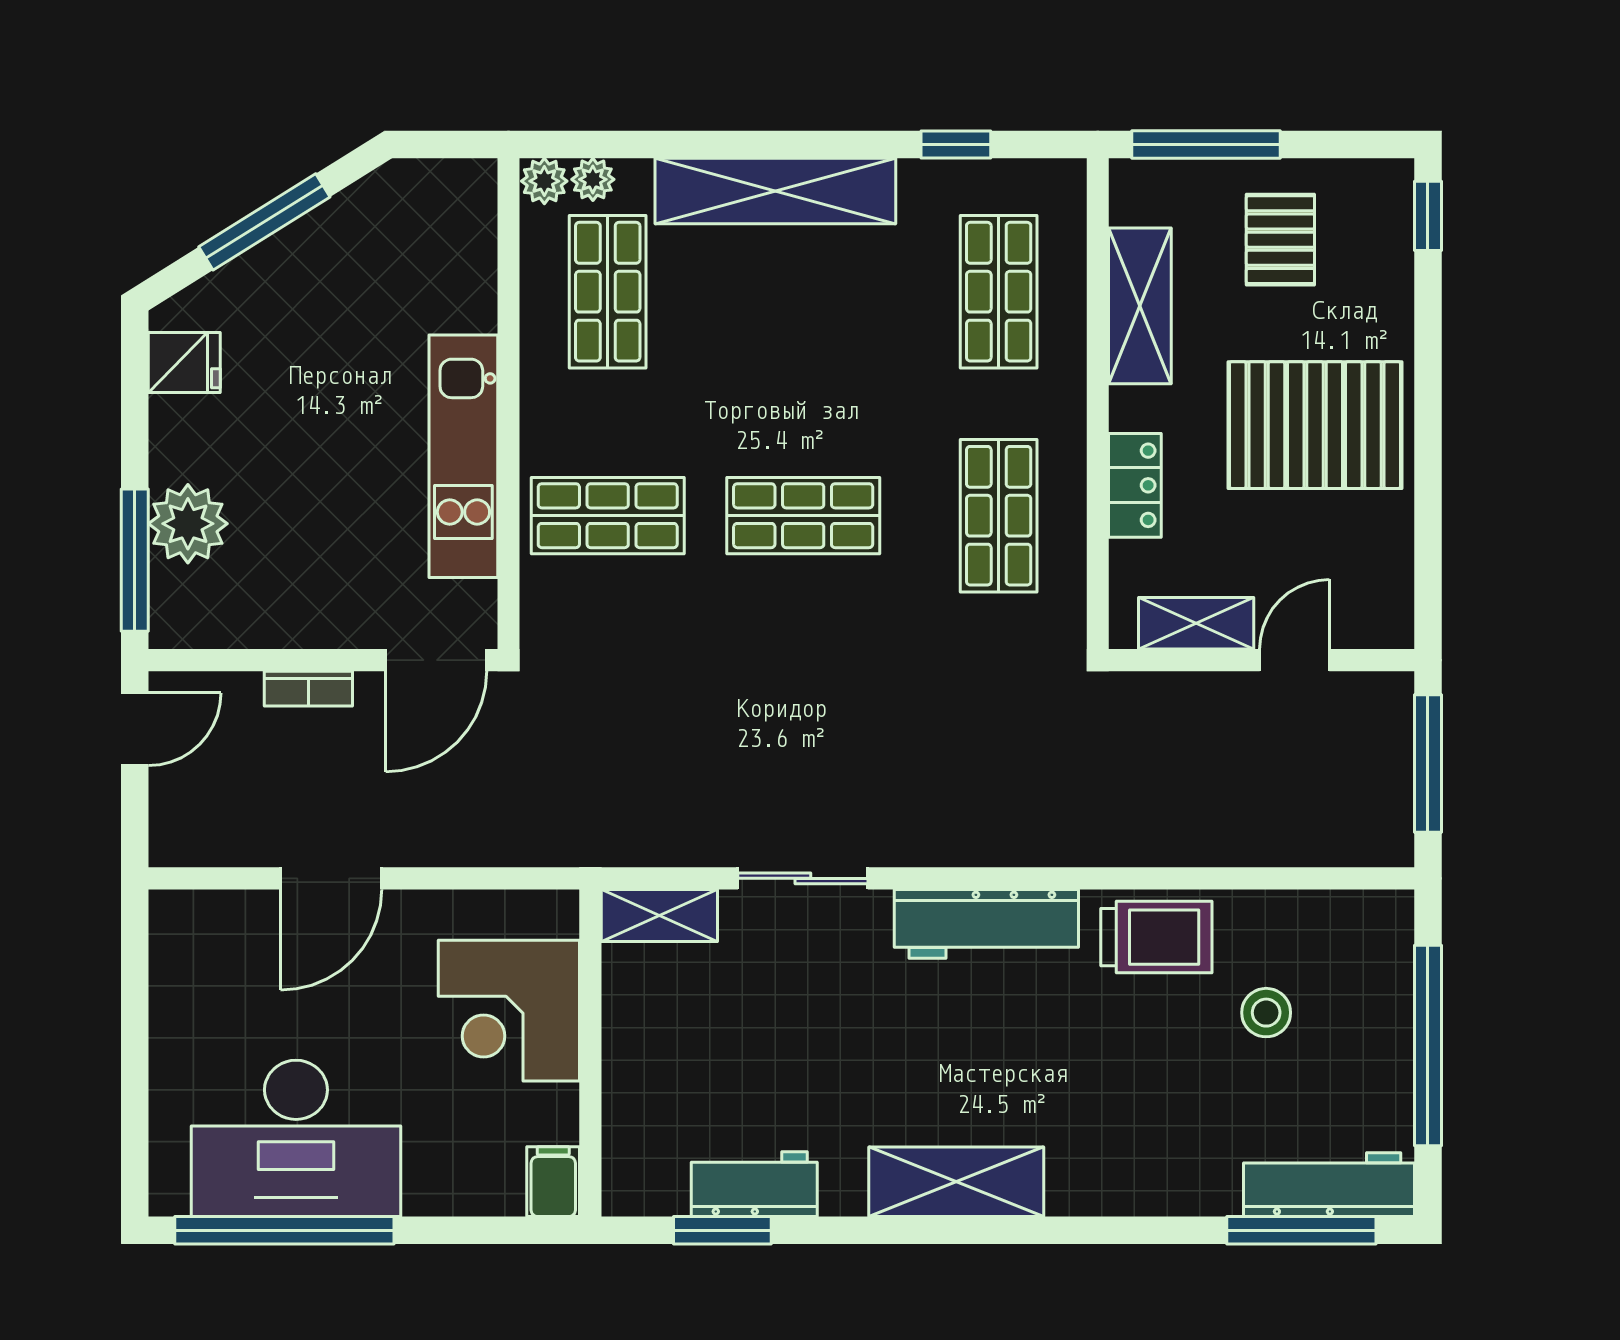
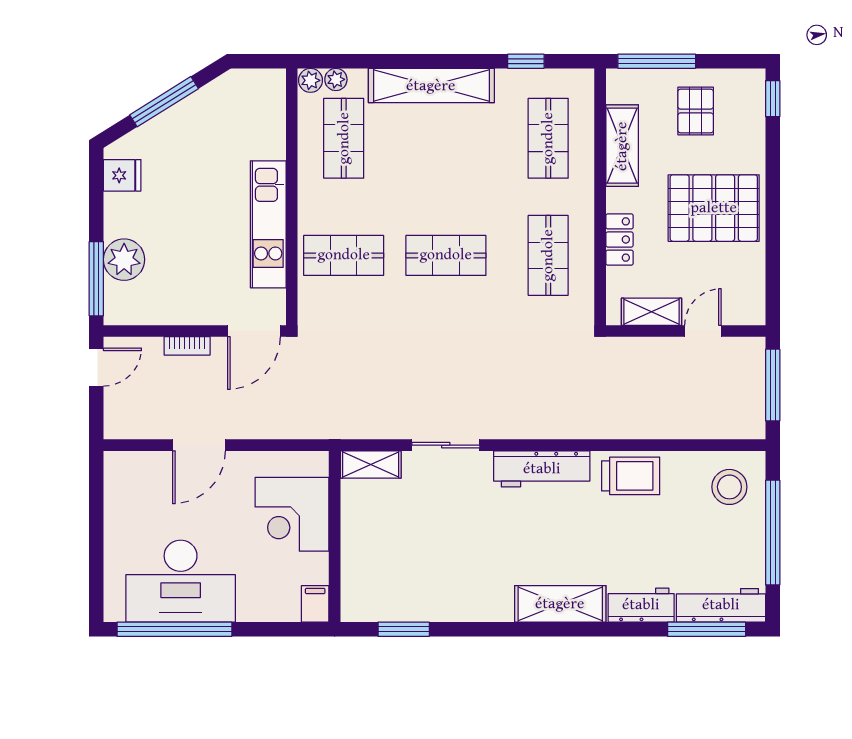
stool: (1266, 1013) -> (729, 487), moved, width x1.38, depth x1.38
shelving: (956, 1182) -> (560, 604), moved
workbench: (754, 1184) -> (641, 605), moved

